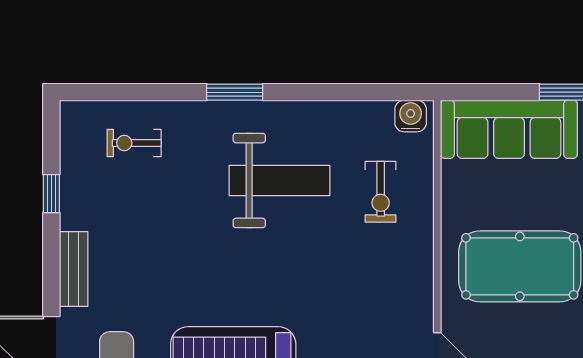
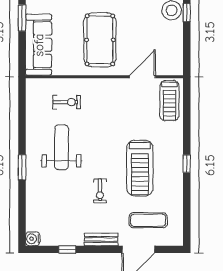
water cooler: (411, 116) -> (33, 239), moved
exercise bike: (134, 143) -> (100, 191), moved

